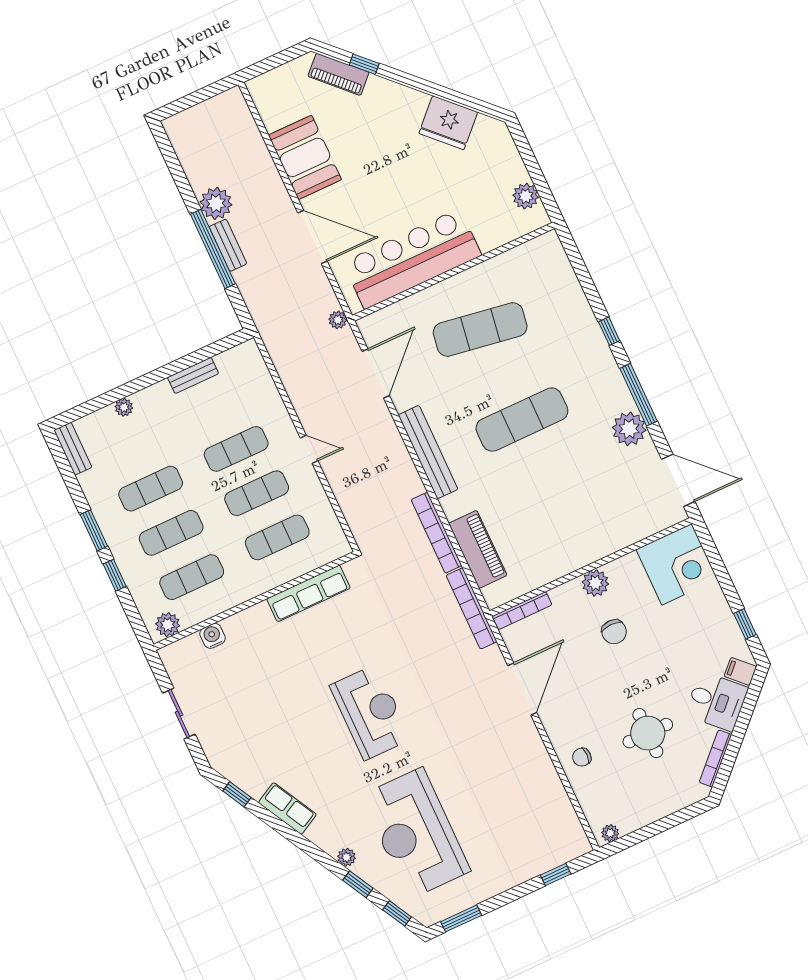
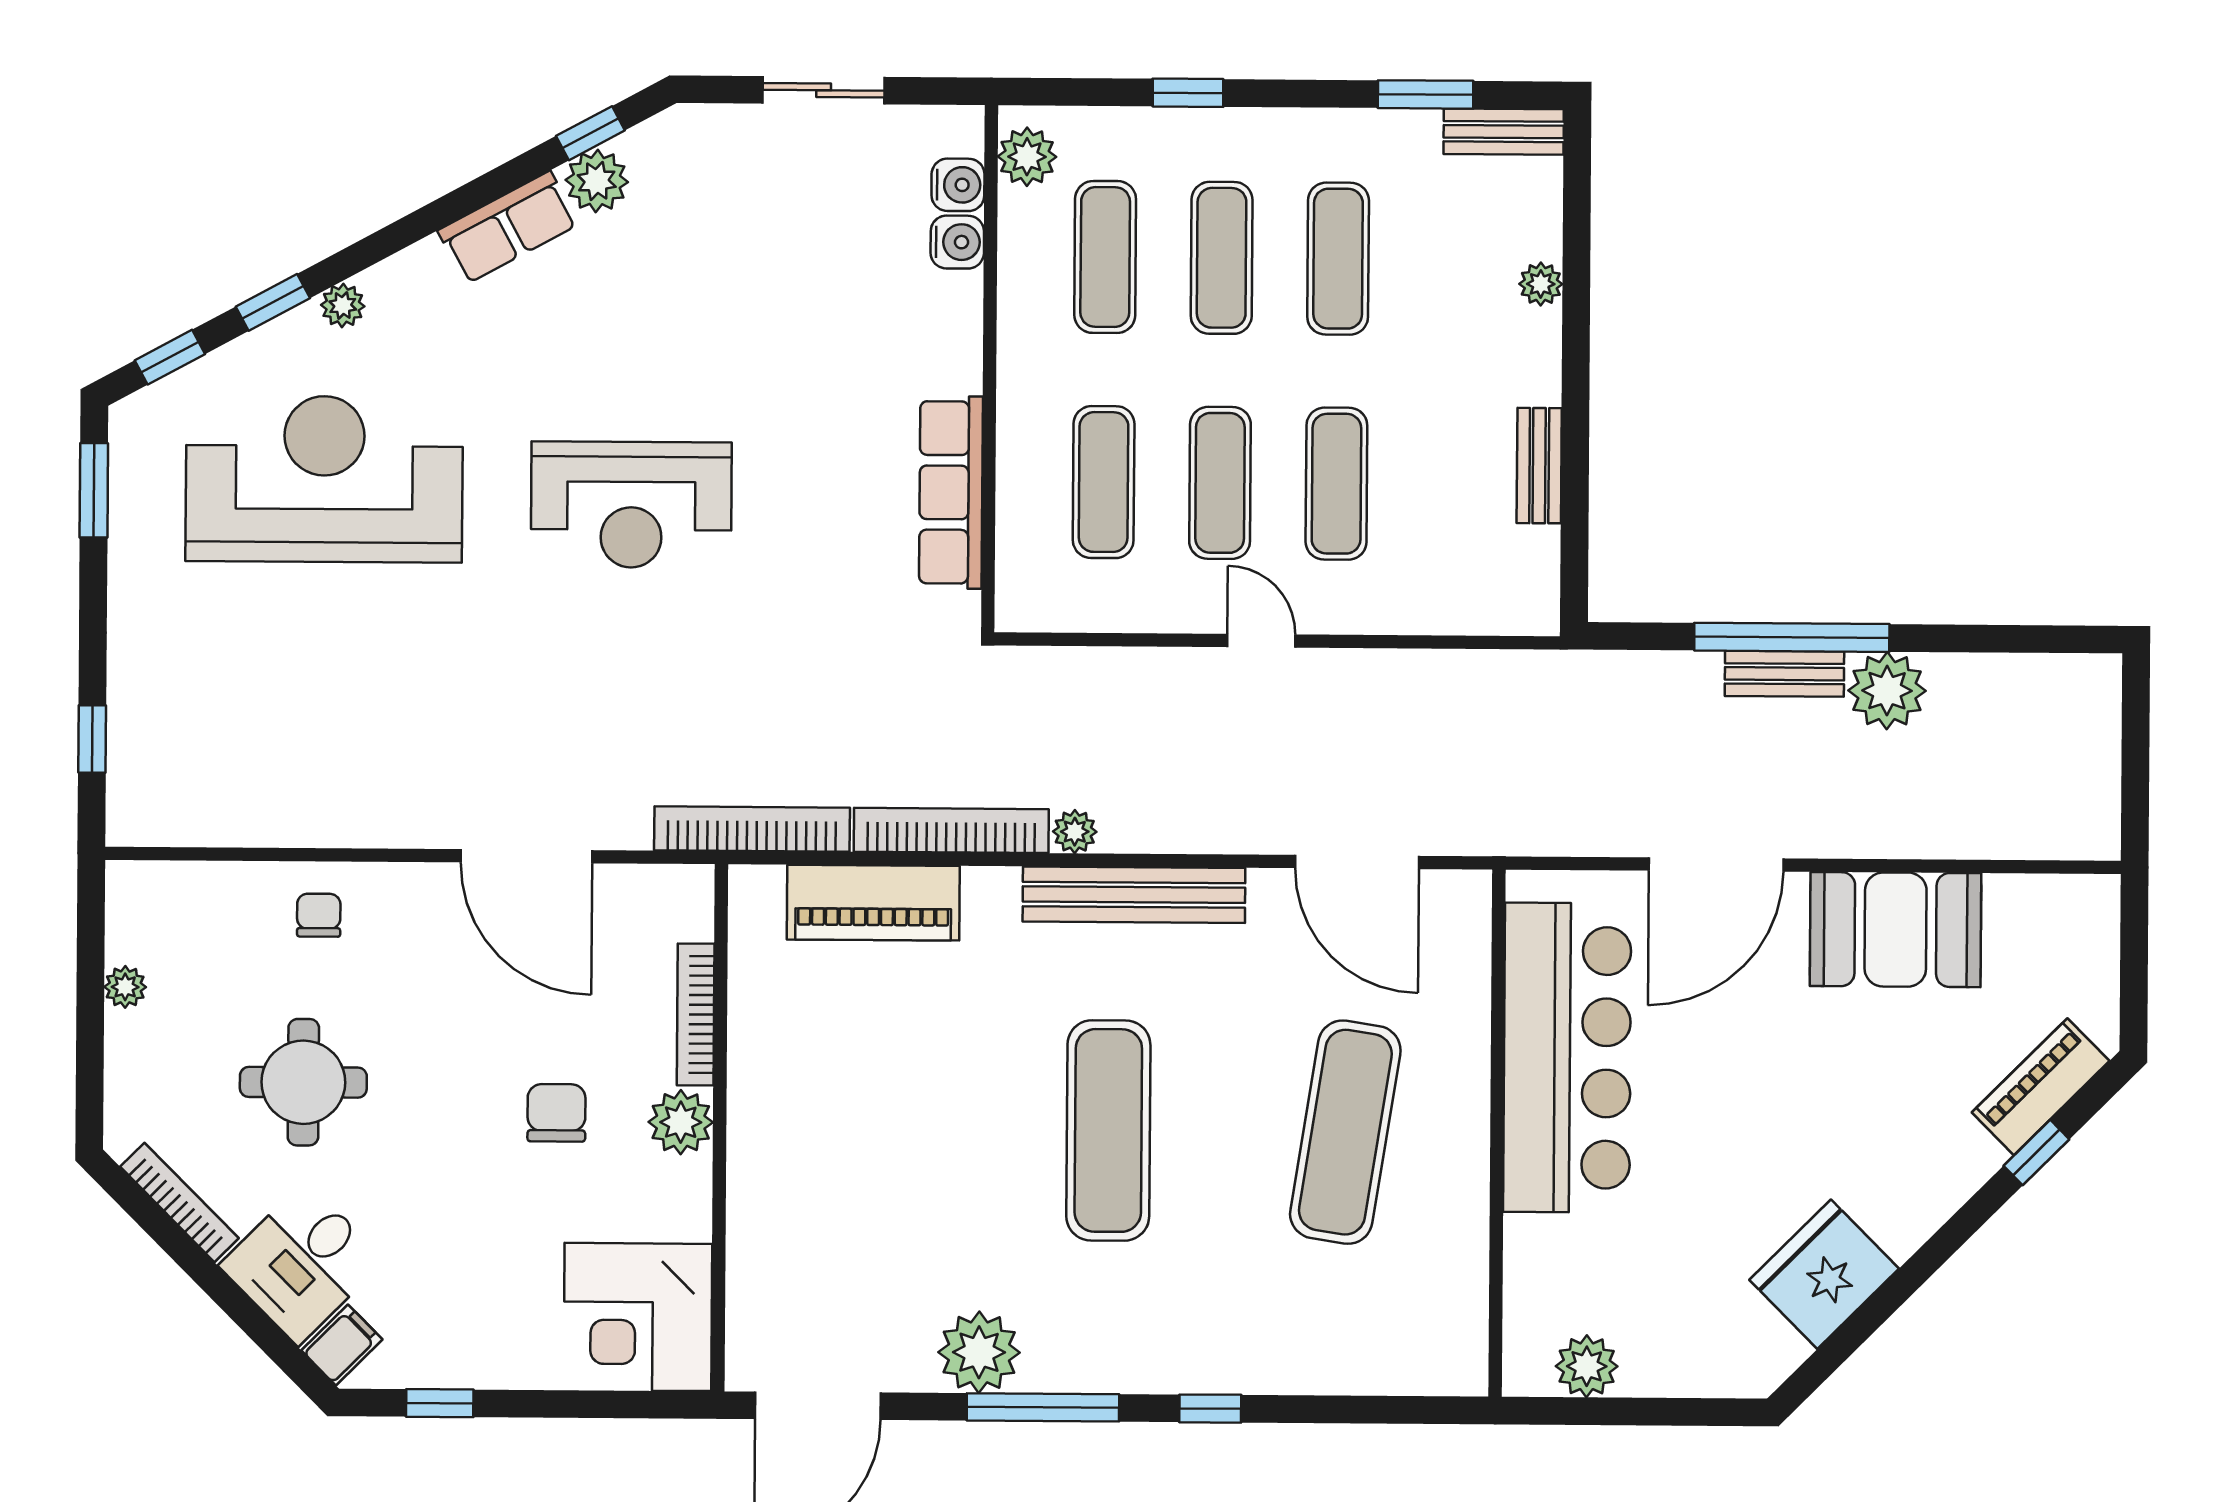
plant: (338, 320) -> (1075, 832), moved
door: (309, 449) -> (1261, 641), swing flipped
window: (94, 530) -> (1426, 94), moved
bookcase: (522, 611) -> (696, 1015), moved
chair: (614, 632) -> (556, 1113), turned 90
water cooler: (191, 646) -> (958, 185), added
plant: (254, 783) -> (597, 181), added
plant: (610, 833) -> (125, 987), moved

